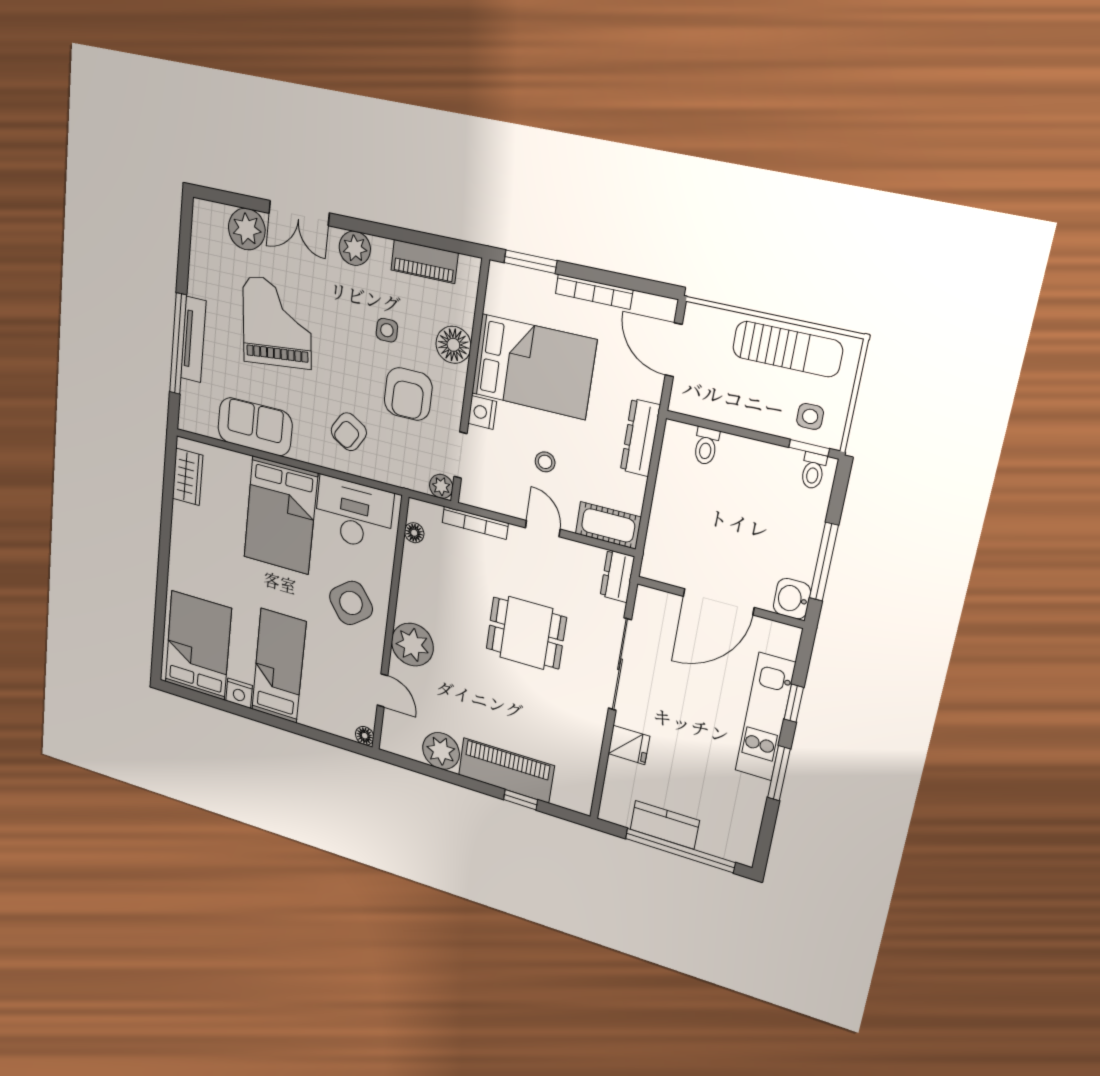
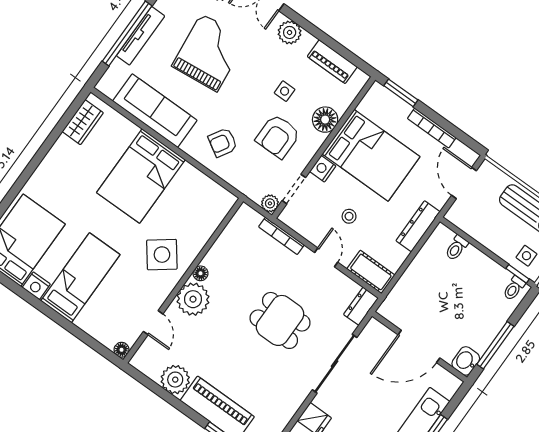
sofa: (255, 427) -> (155, 111), width x1.36
desk: (354, 514) -> (197, 196), removed
floor lamp: (414, 533) -> (200, 273), moved

